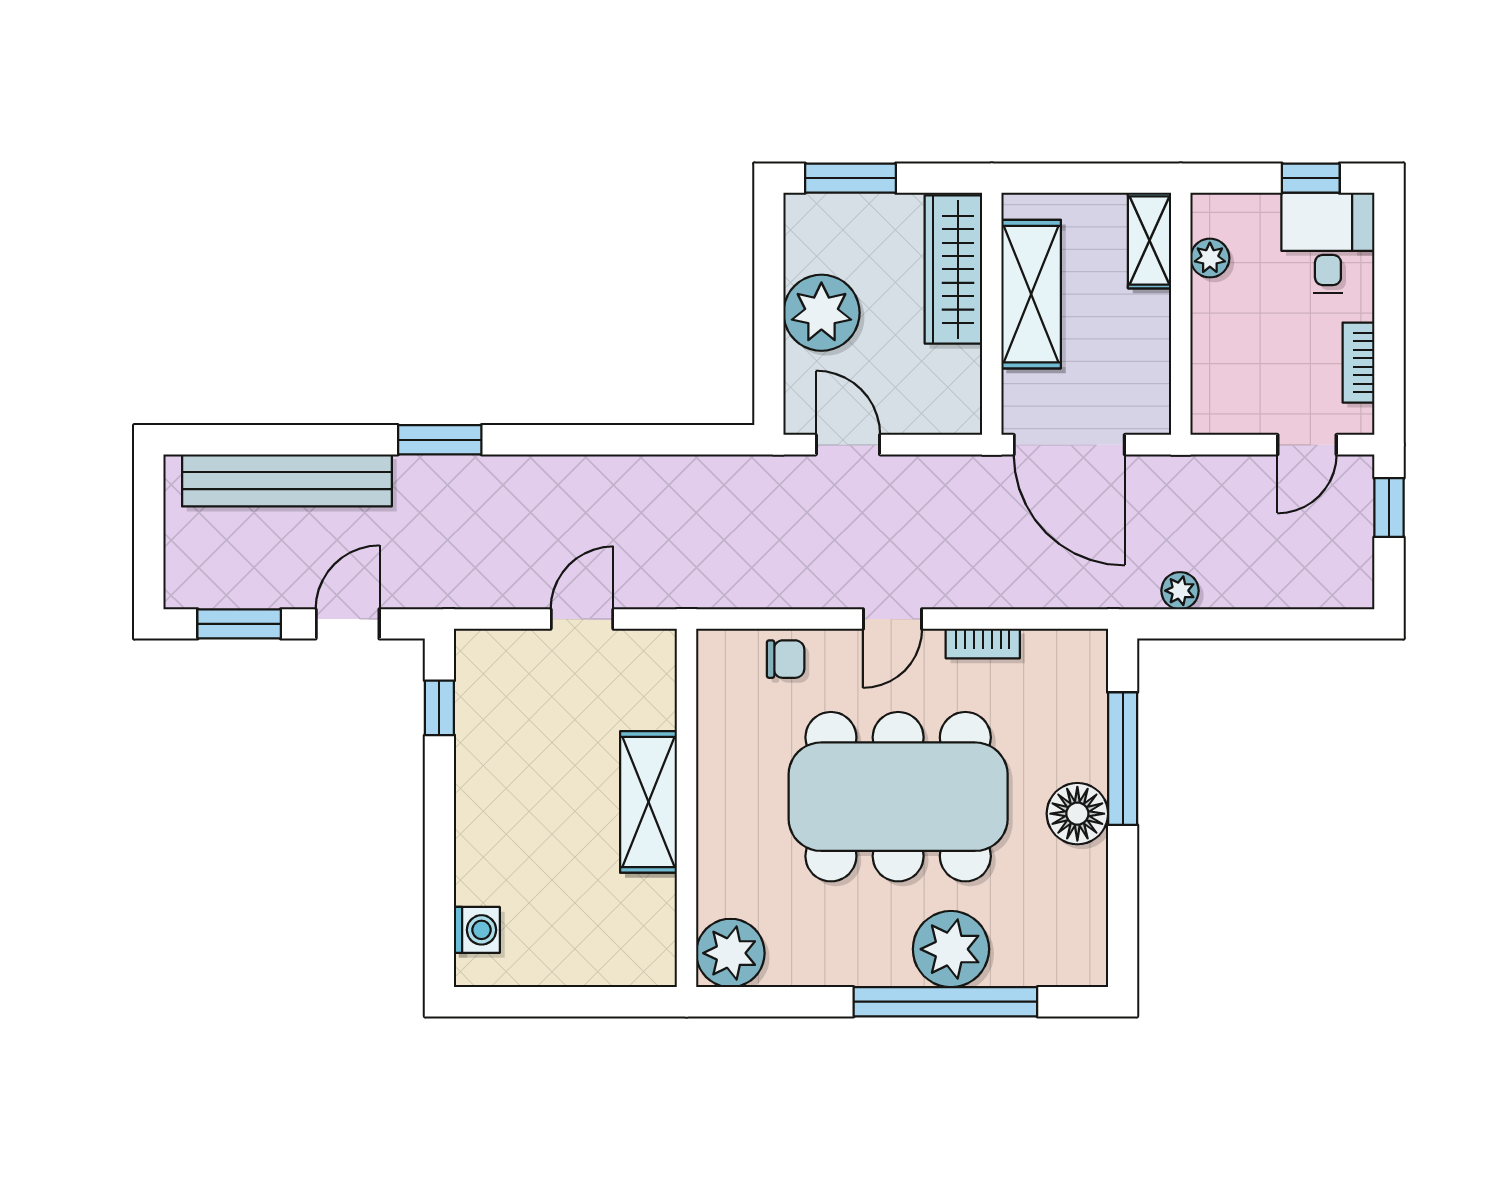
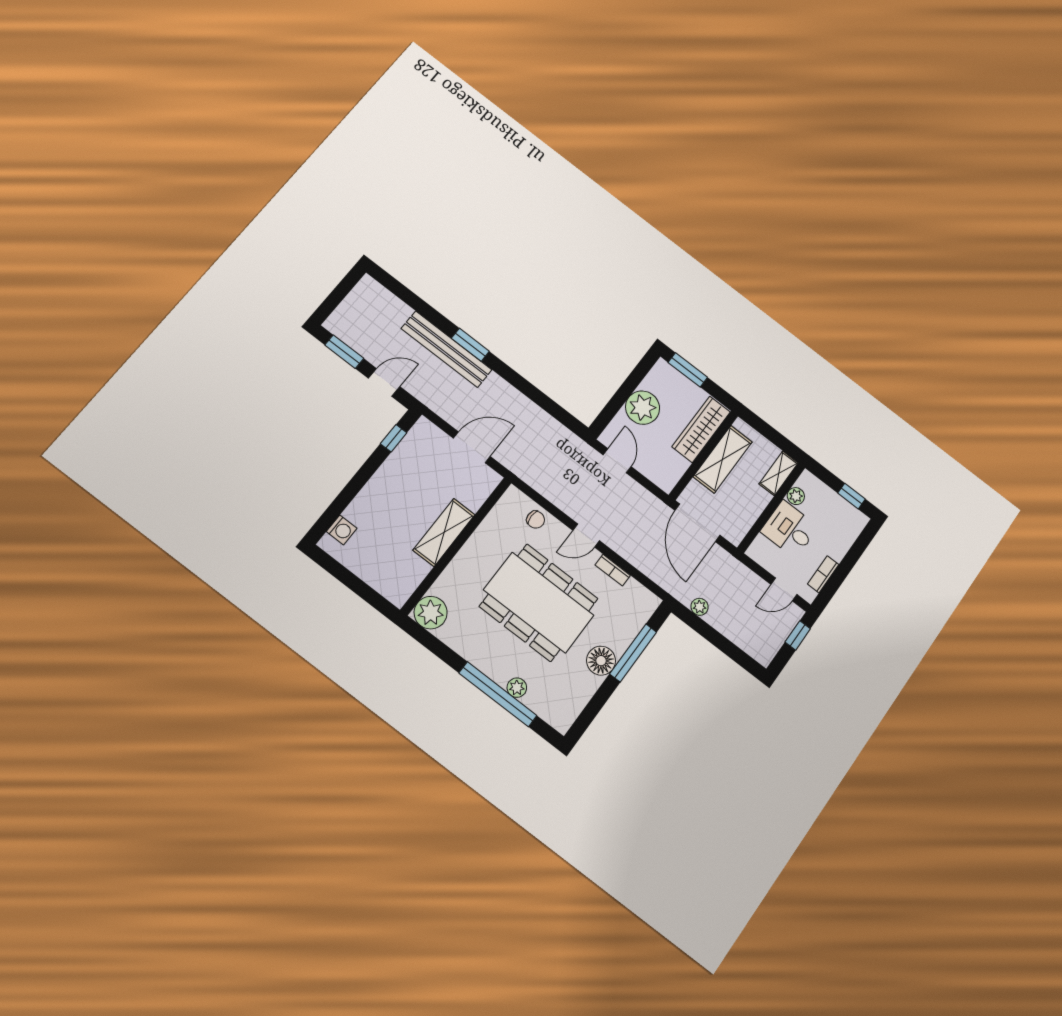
desk: (1328, 243) -> (789, 529), moved, turned -90
bench: (287, 480) -> (447, 349), moved
door: (582, 619) -> (472, 447), width x1.38
plant: (951, 949) -> (517, 688), width x0.53, depth x0.53

